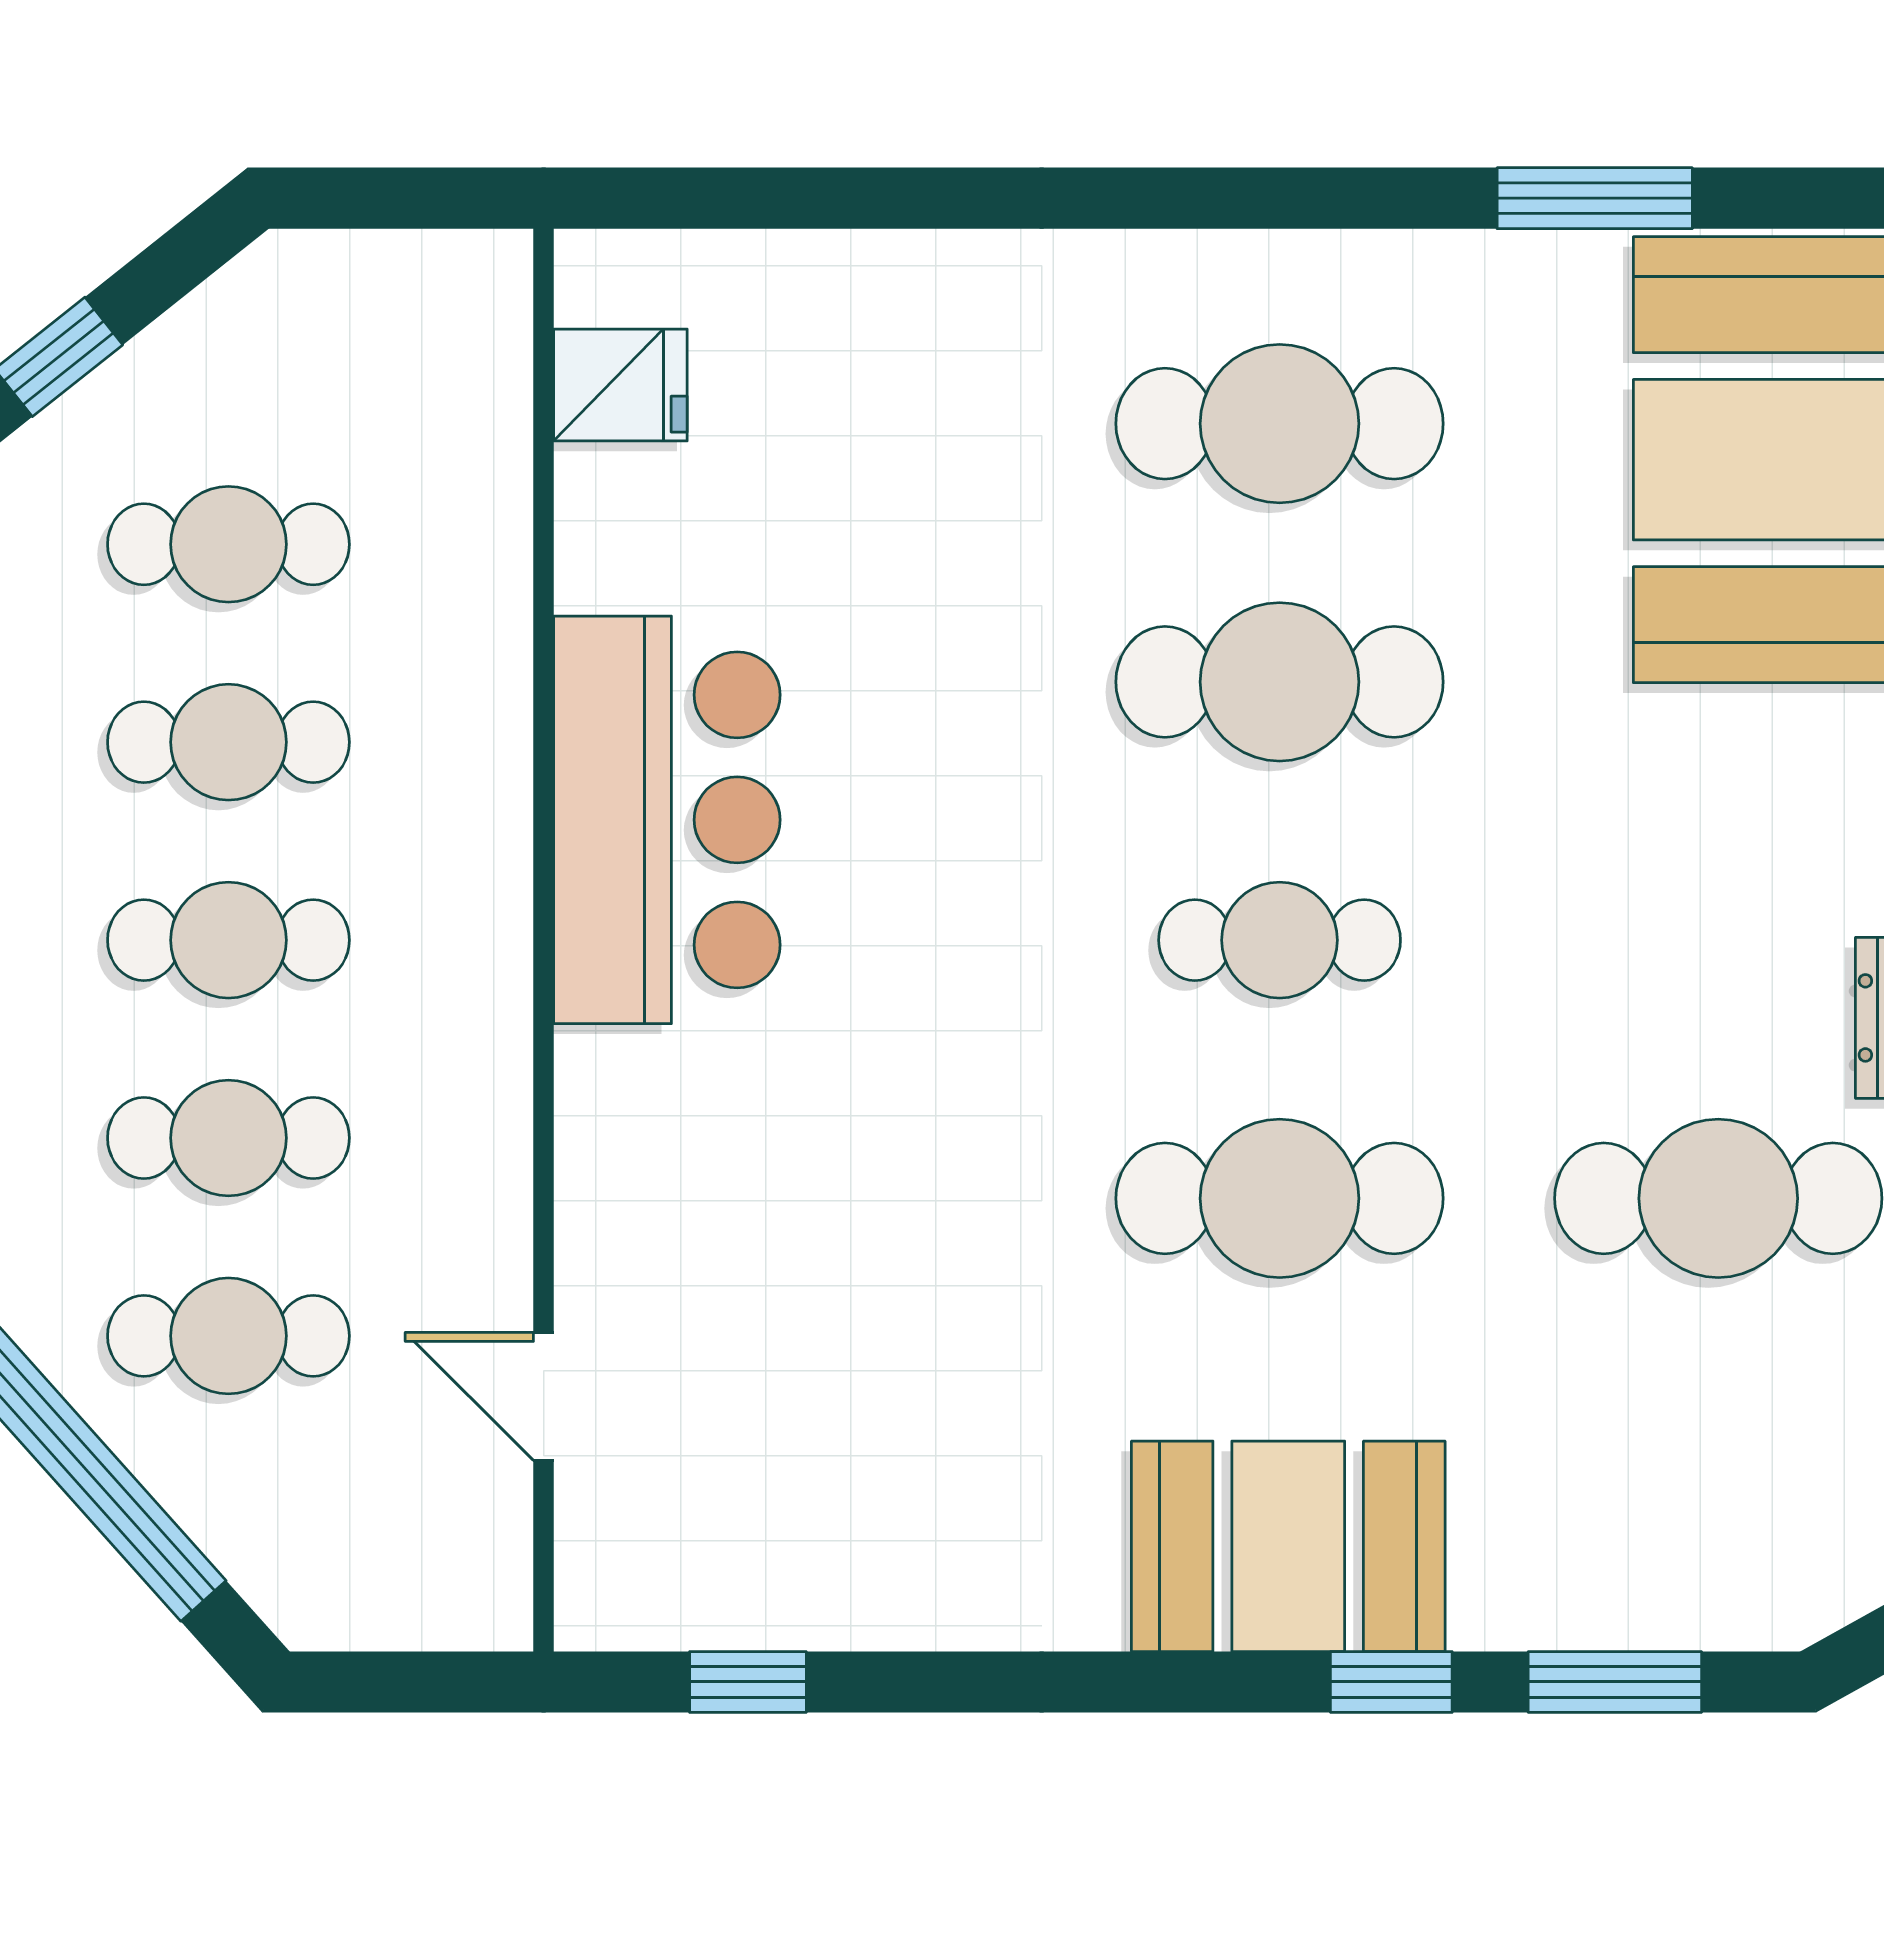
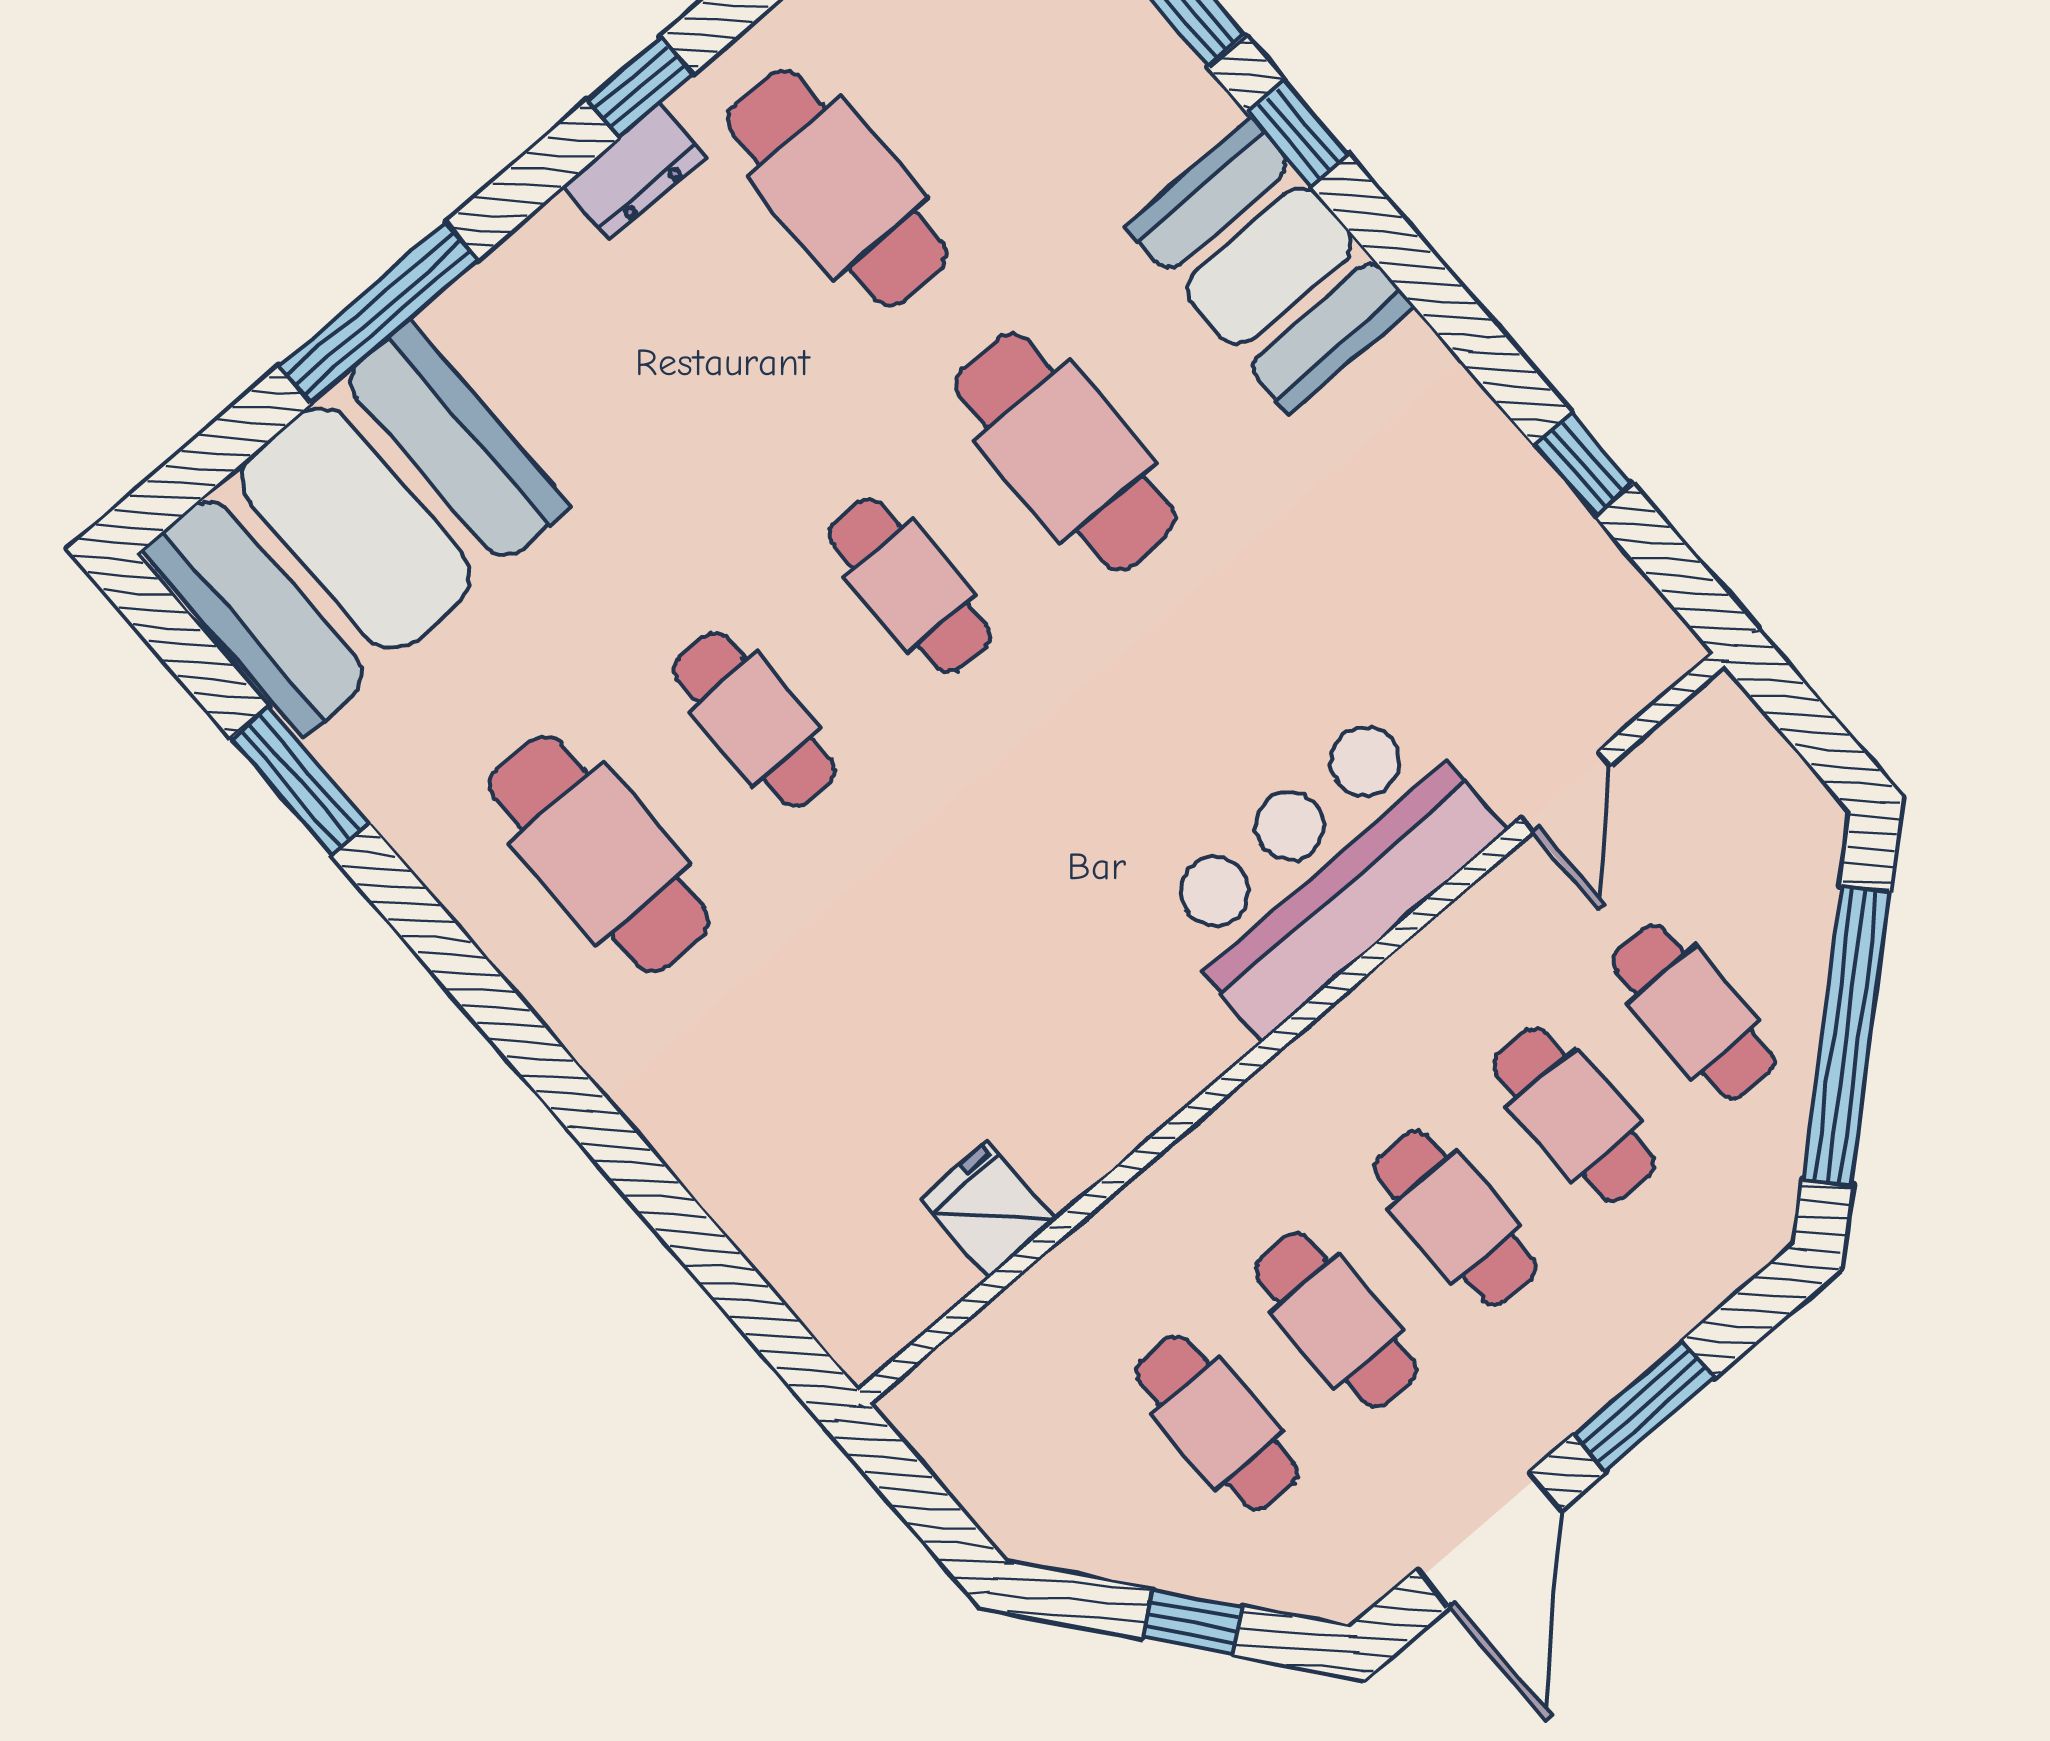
fridge: (620, 385) -> (988, 1209), moved
cafe table: (1280, 682) -> (754, 720), width x0.73, depth x0.74
bar counter: (667, 820) -> (1326, 868), moved
window: (748, 1682) -> (1583, 465), moved

